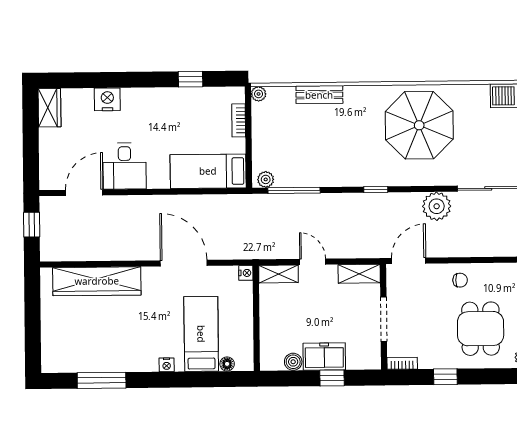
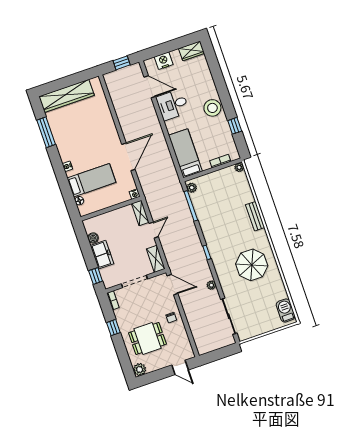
bench: (319, 95) -> (255, 216), moved
nightstand: (107, 99) -> (164, 61), moved, turned -90
stool: (151, 105) -> (212, 108), added
parasol: (419, 125) -> (252, 265), width x0.73, depth x0.73
plant: (437, 206) -> (211, 285), width x0.53, depth x0.53
wardrobe: (97, 281) -> (67, 96), moved, turned -90
window: (332, 378) -> (96, 276), moved

